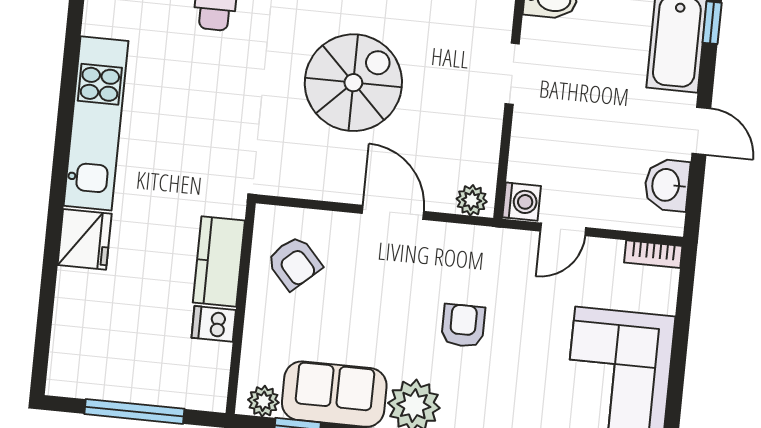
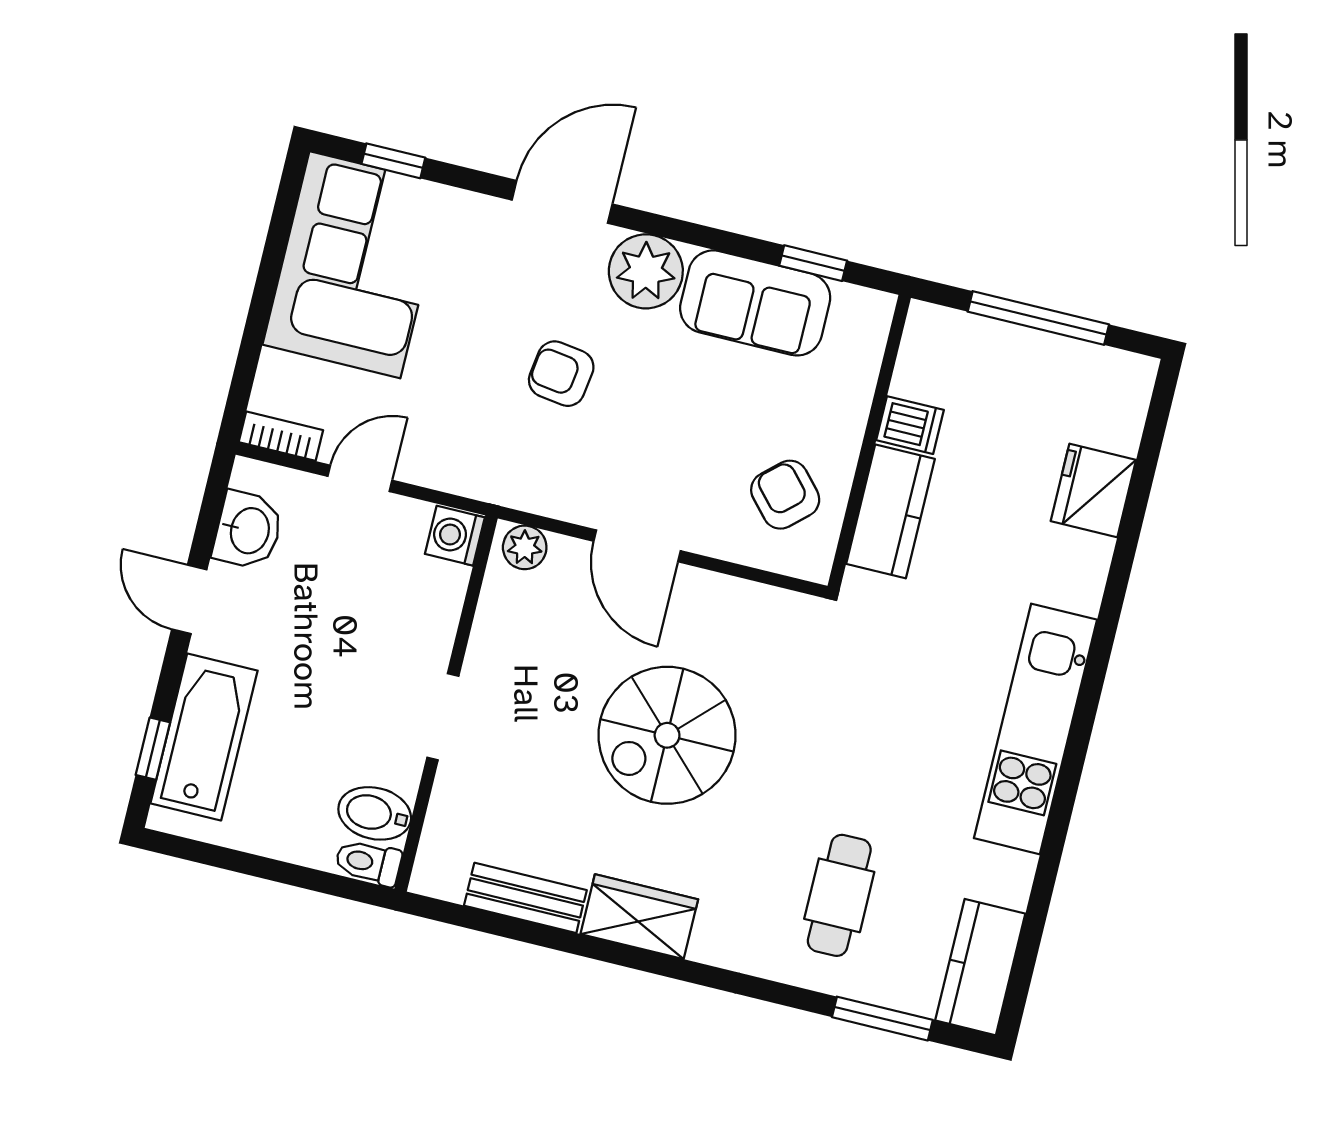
door: (563, 229) -> (360, 478), moved
fridge: (85, 239) -> (1093, 490), moved
armchair: (463, 326) -> (561, 374), turned 98
plant: (263, 401) -> (856, 307), removed

